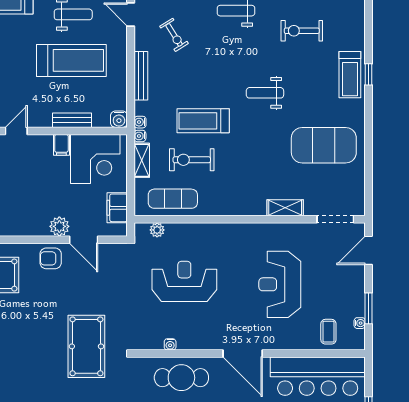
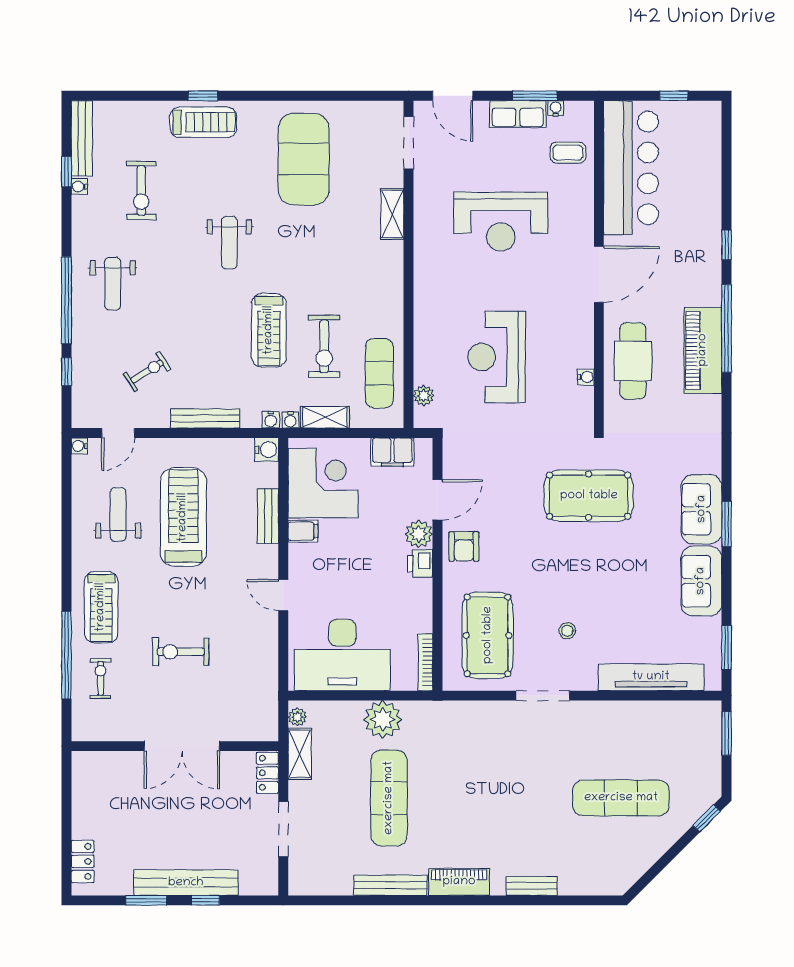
printer: (39, 227) -> (420, 564), added
row of seats: (356, 296) -> (518, 114), added

